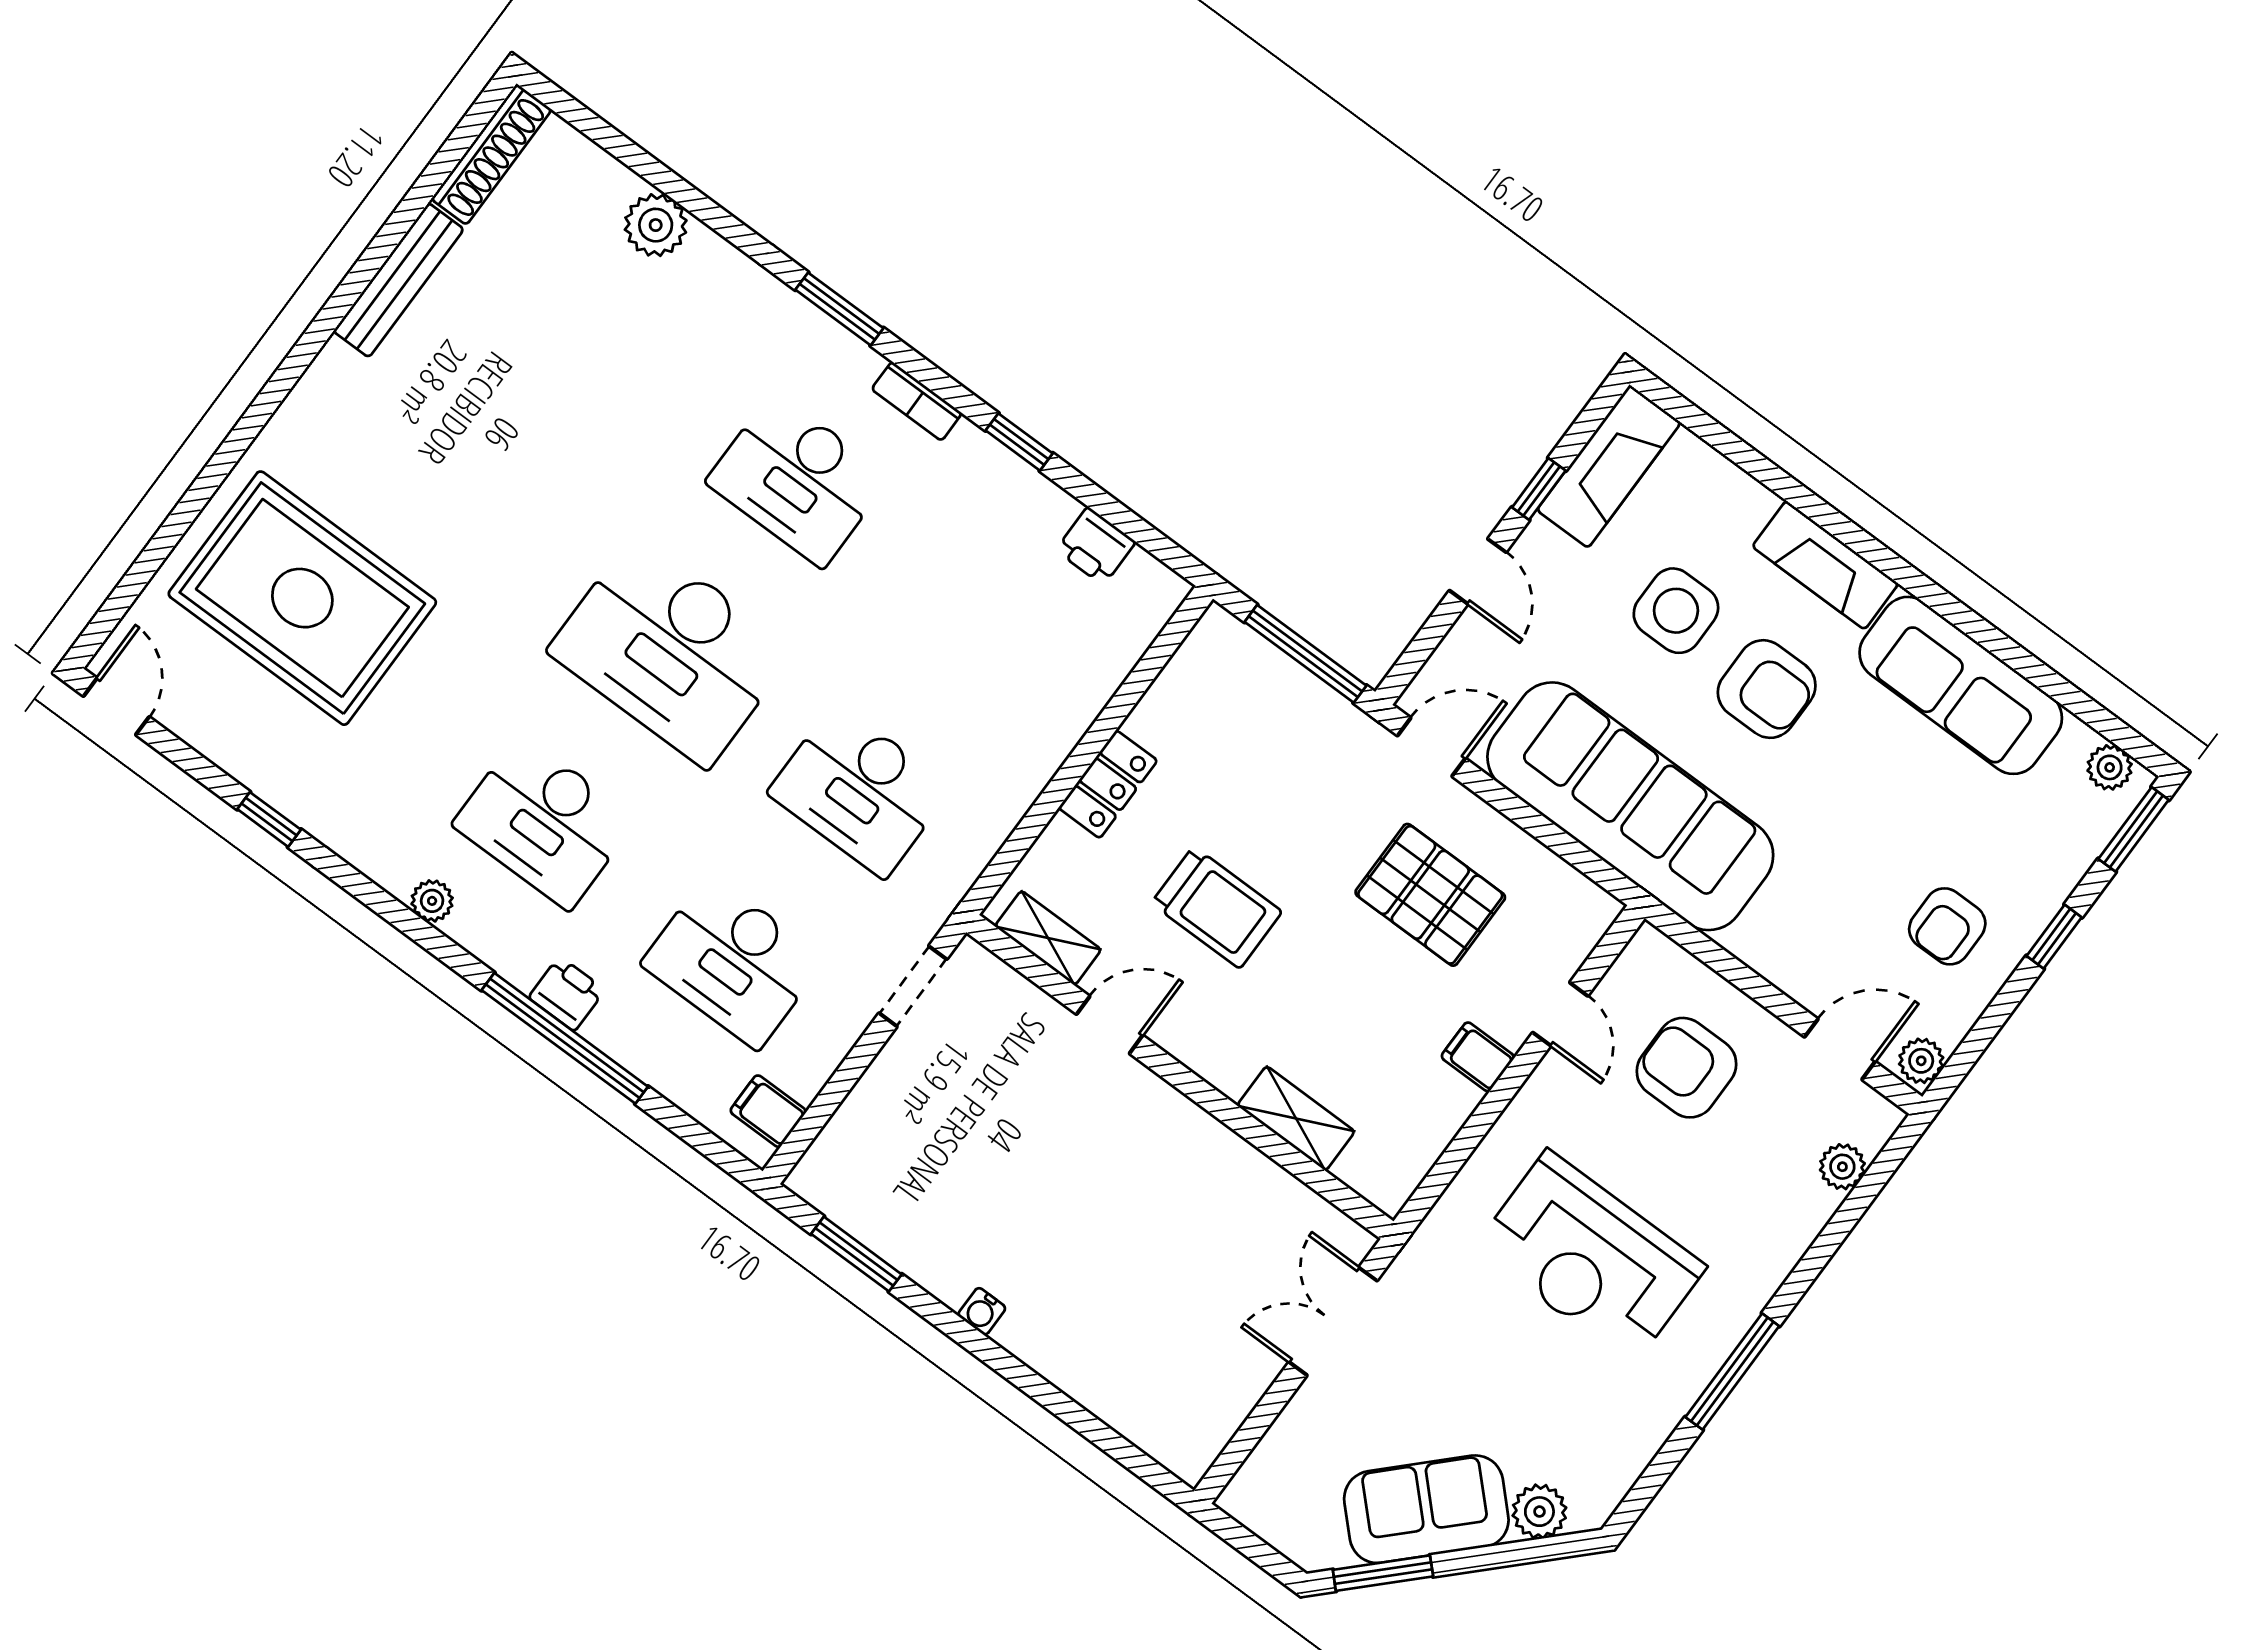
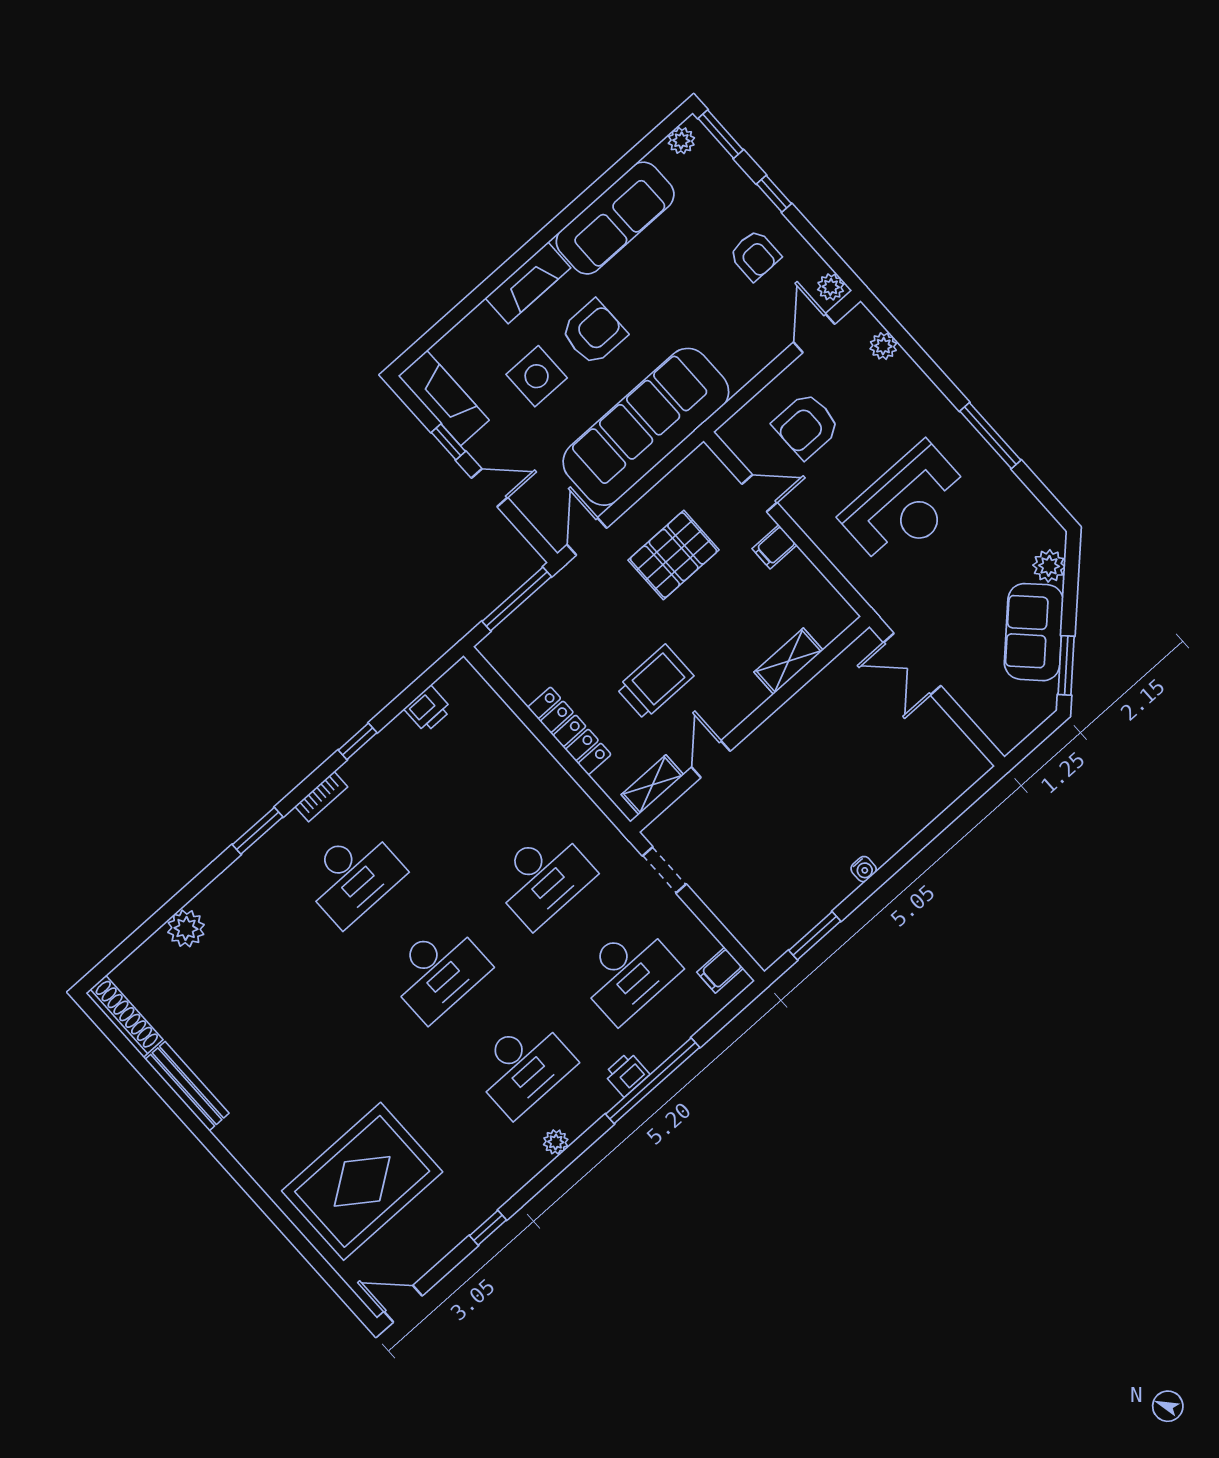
desk: (671, 651) -> (438, 971), width x0.73, depth x0.77
locker: (1108, 784) -> (569, 731), width x1.53

